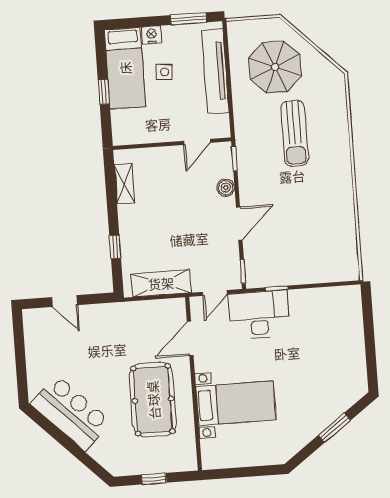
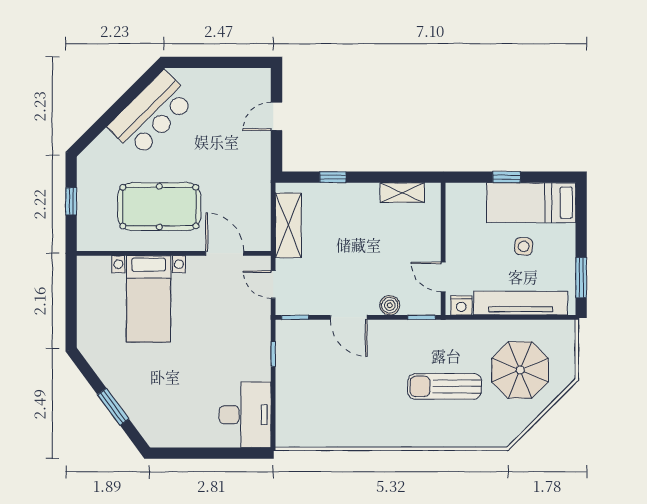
nightstand: (152, 35) -> (461, 305), moved, turned 90
desk: (259, 315) -> (245, 415), moved

